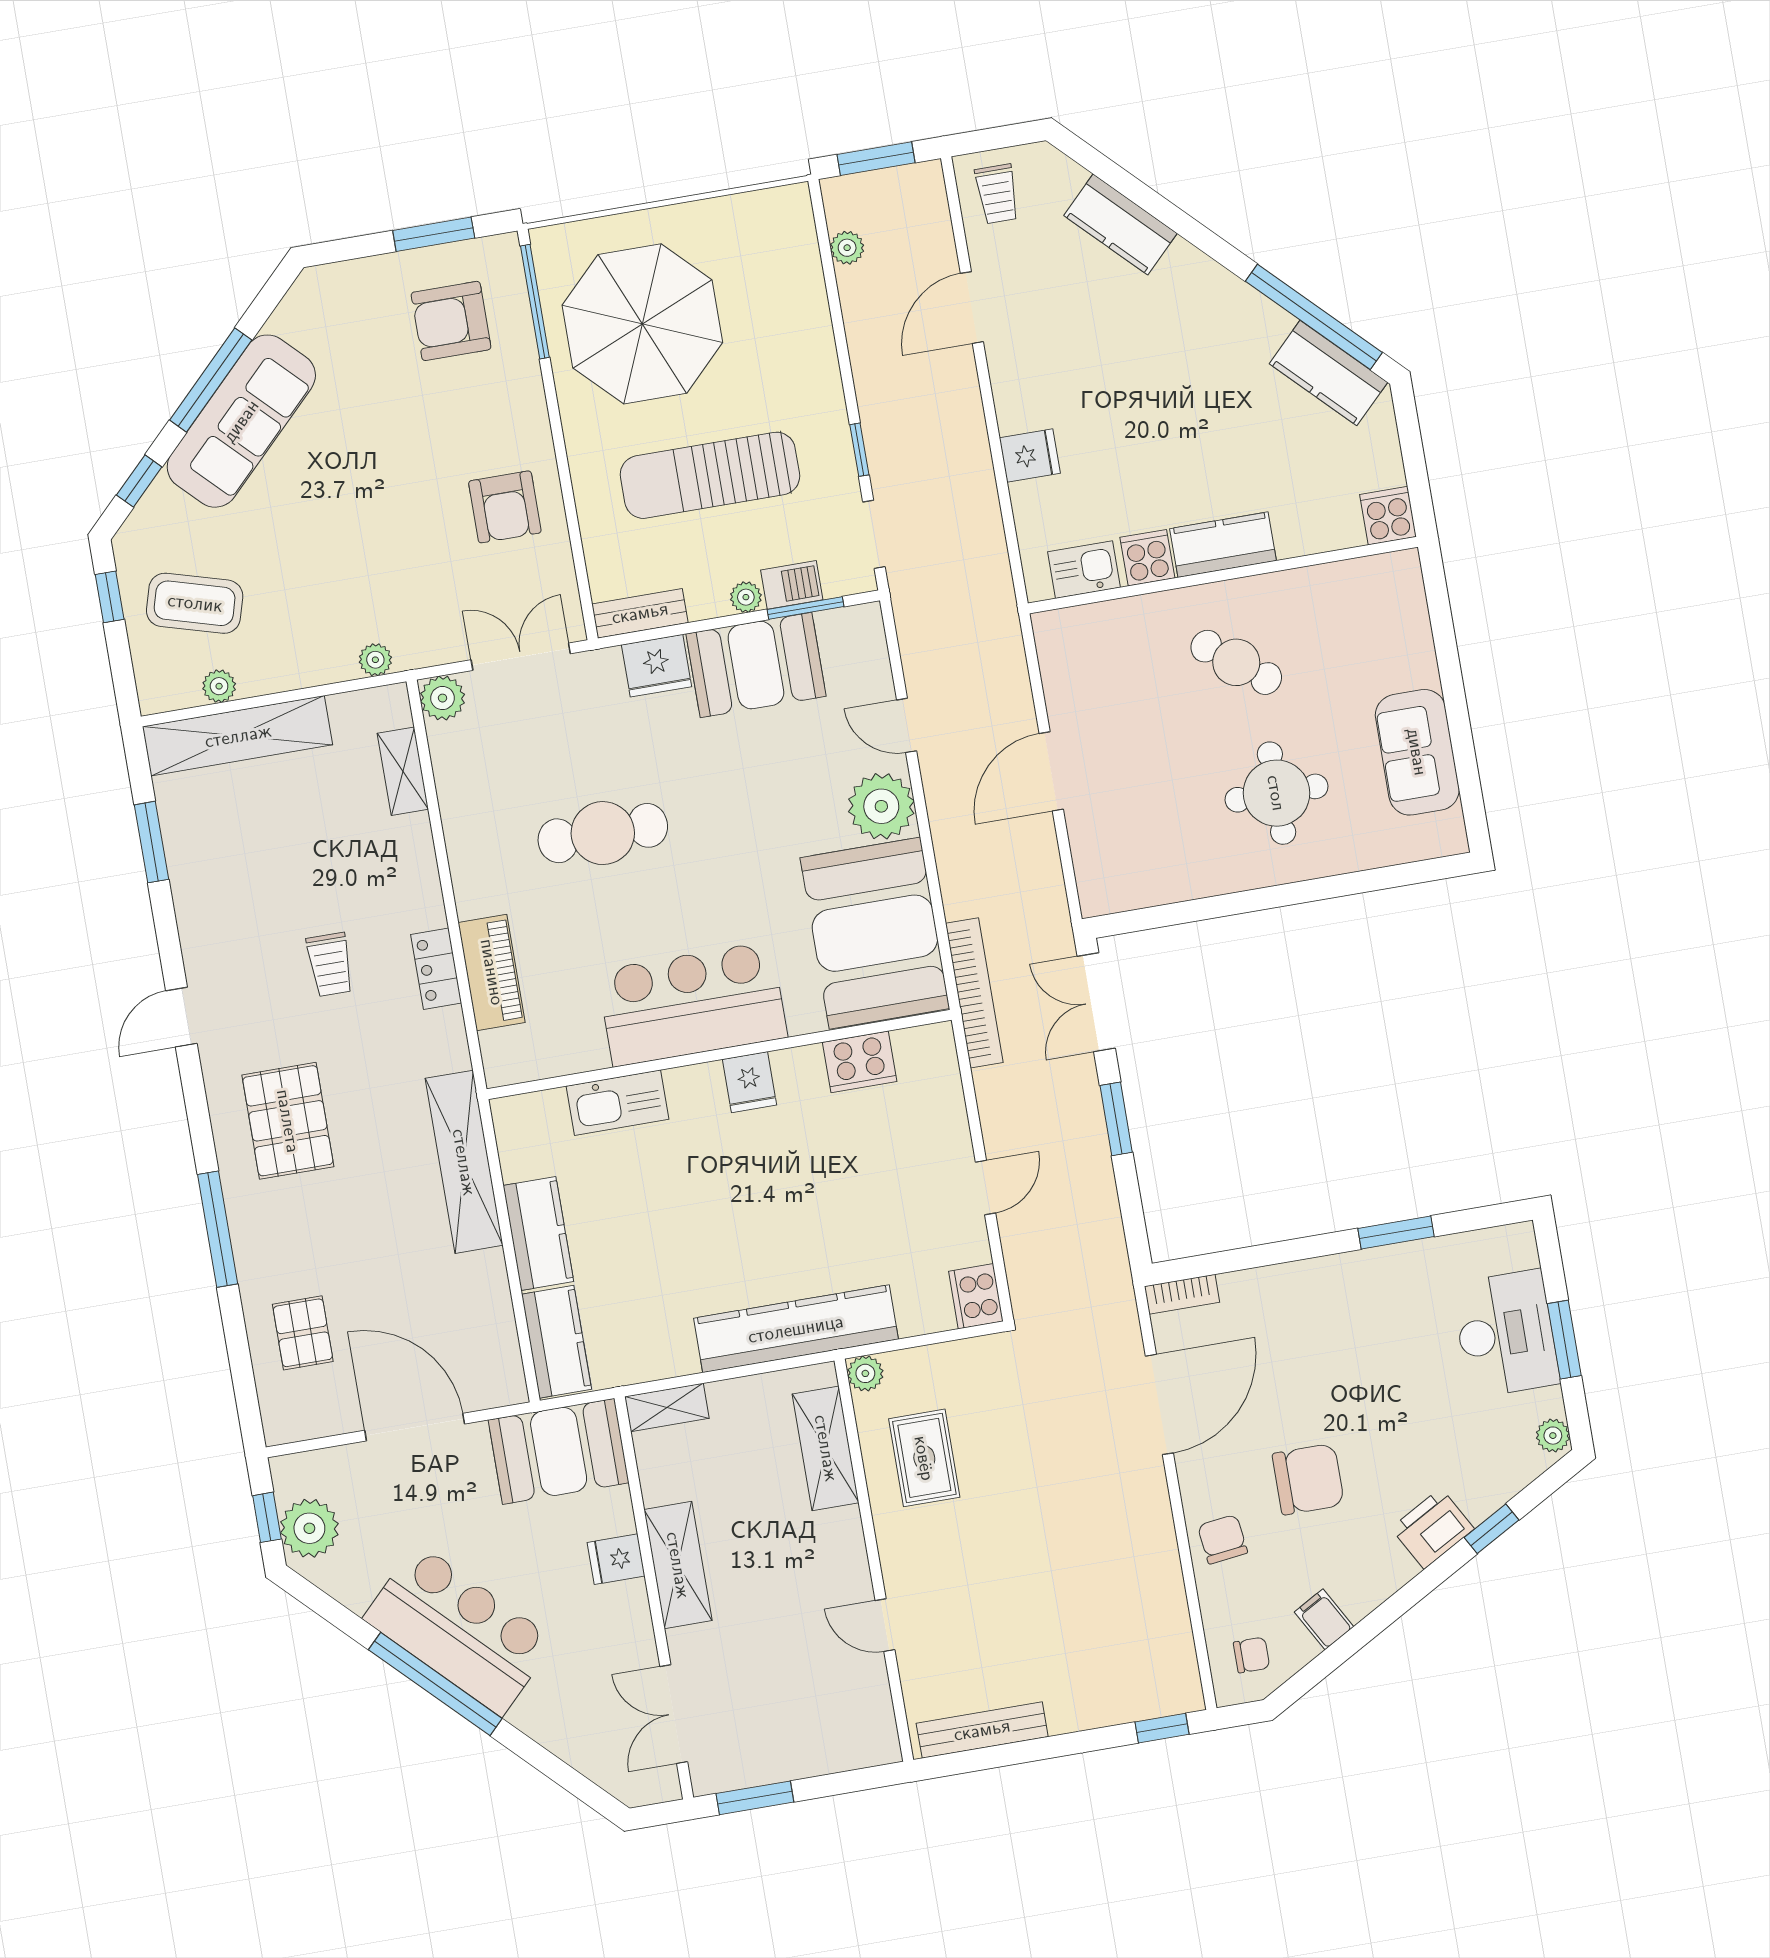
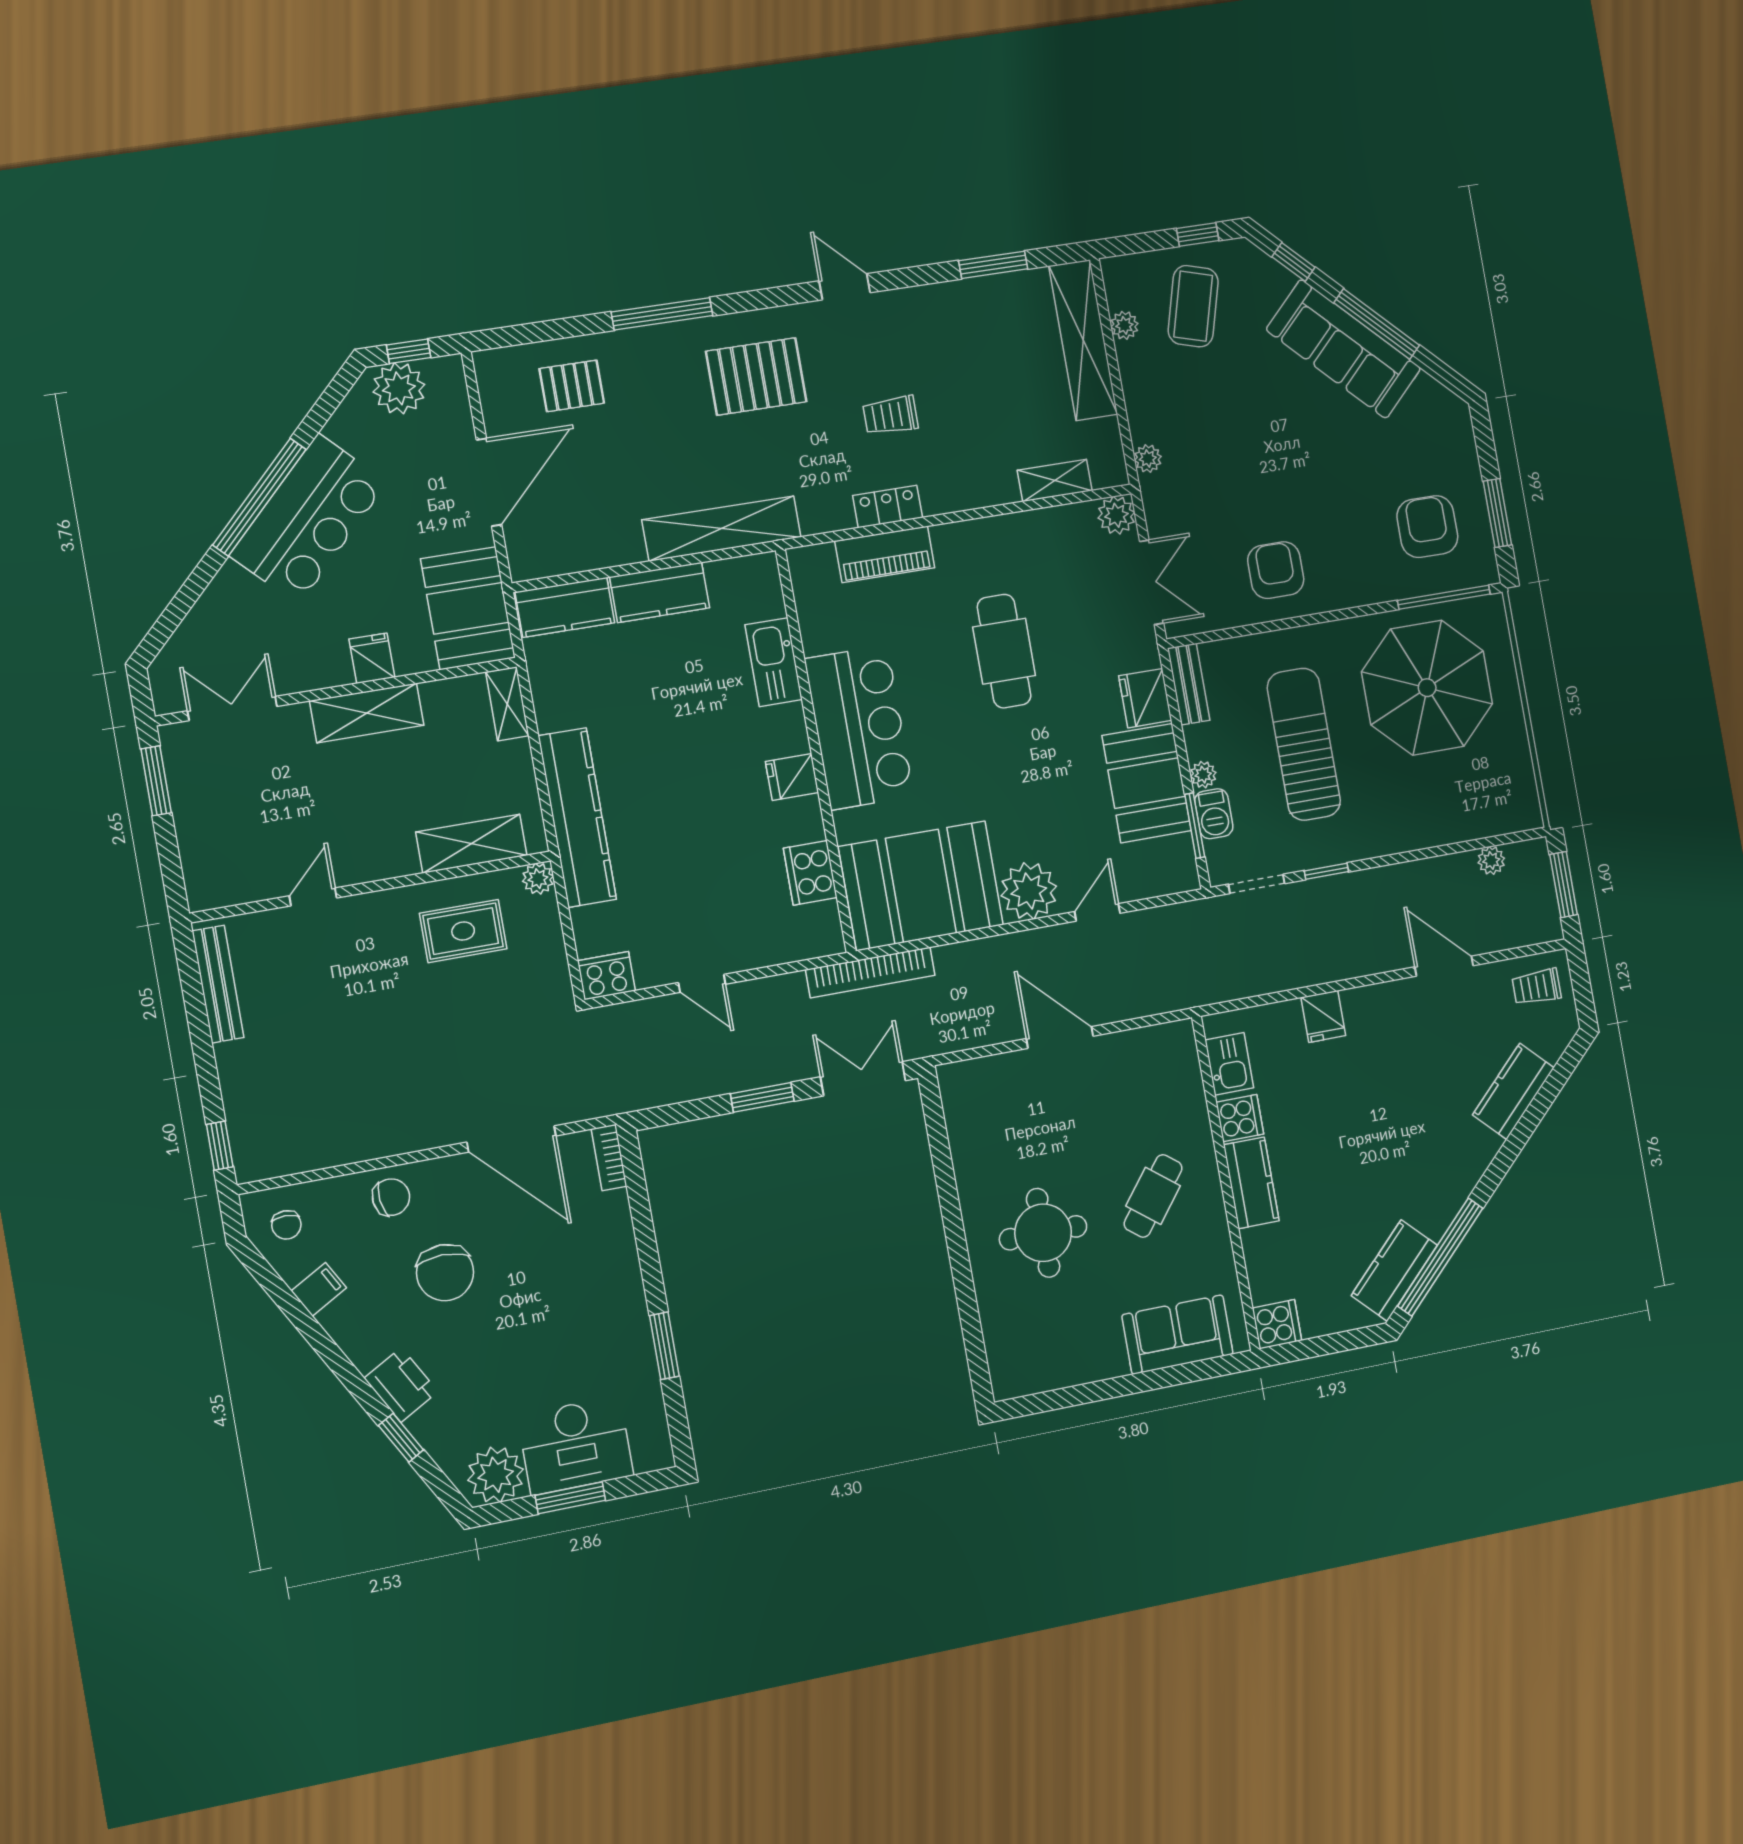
armchair: (505, 507) -> (1276, 570), turned 90
sofa: (1417, 752) -> (1177, 1335), moved
plant: (1553, 1436) -> (496, 1475), width x1.87, depth x1.87

